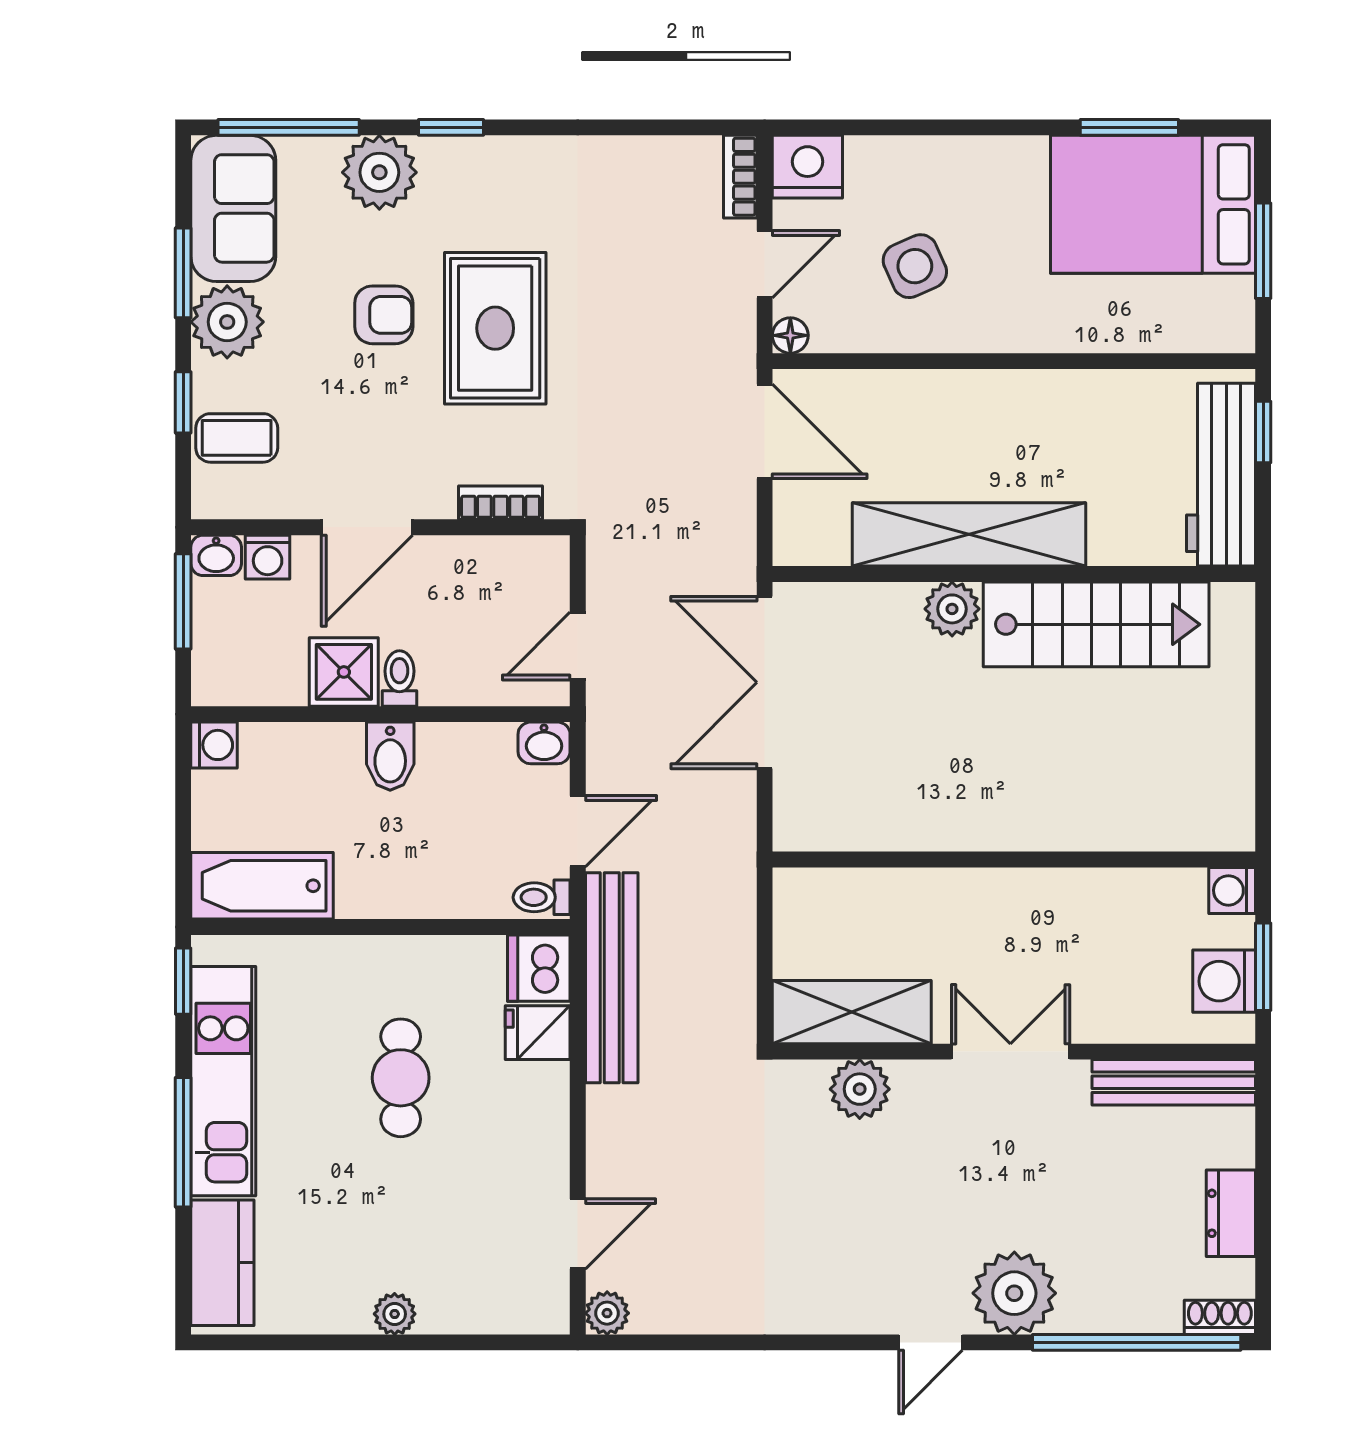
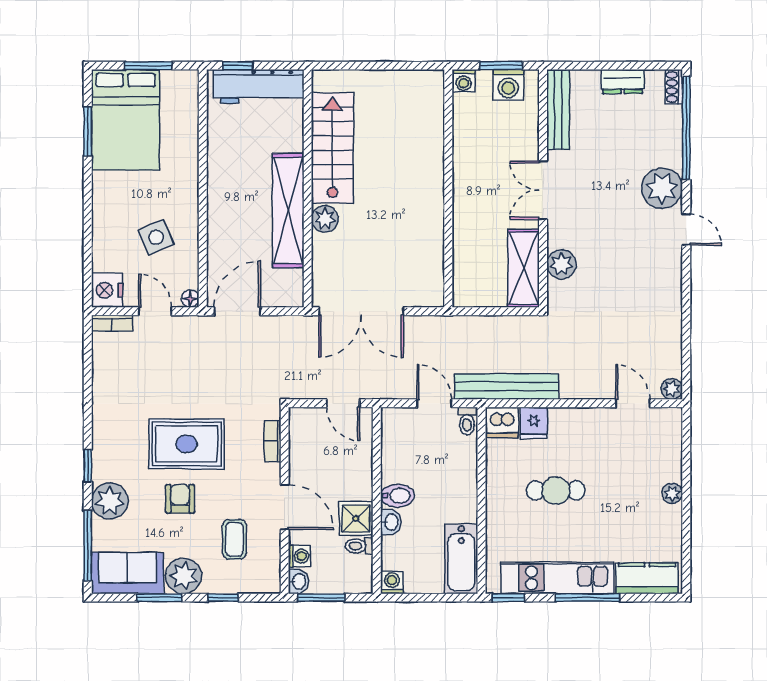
coffee table: (237, 438) -> (234, 539), moved
toilet: (399, 678) -> (359, 546), moved
washbasin: (544, 743) -> (391, 522), moved

